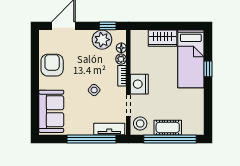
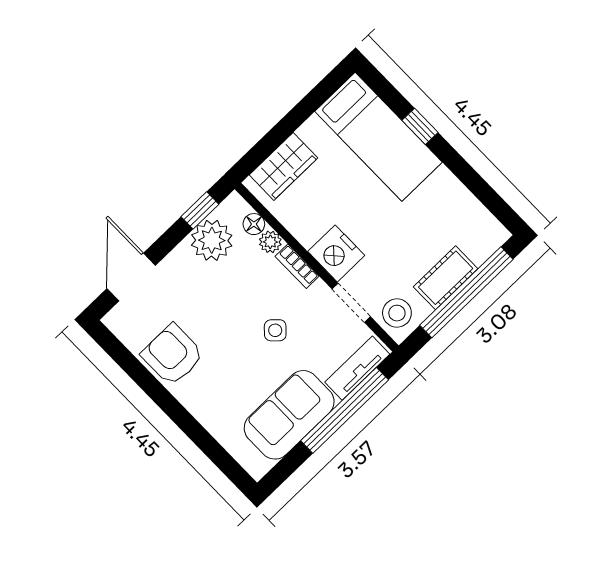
wardrobe: (163, 38) -> (283, 166), moved
sofa: (51, 111) -> (289, 415), moved, turned -90

